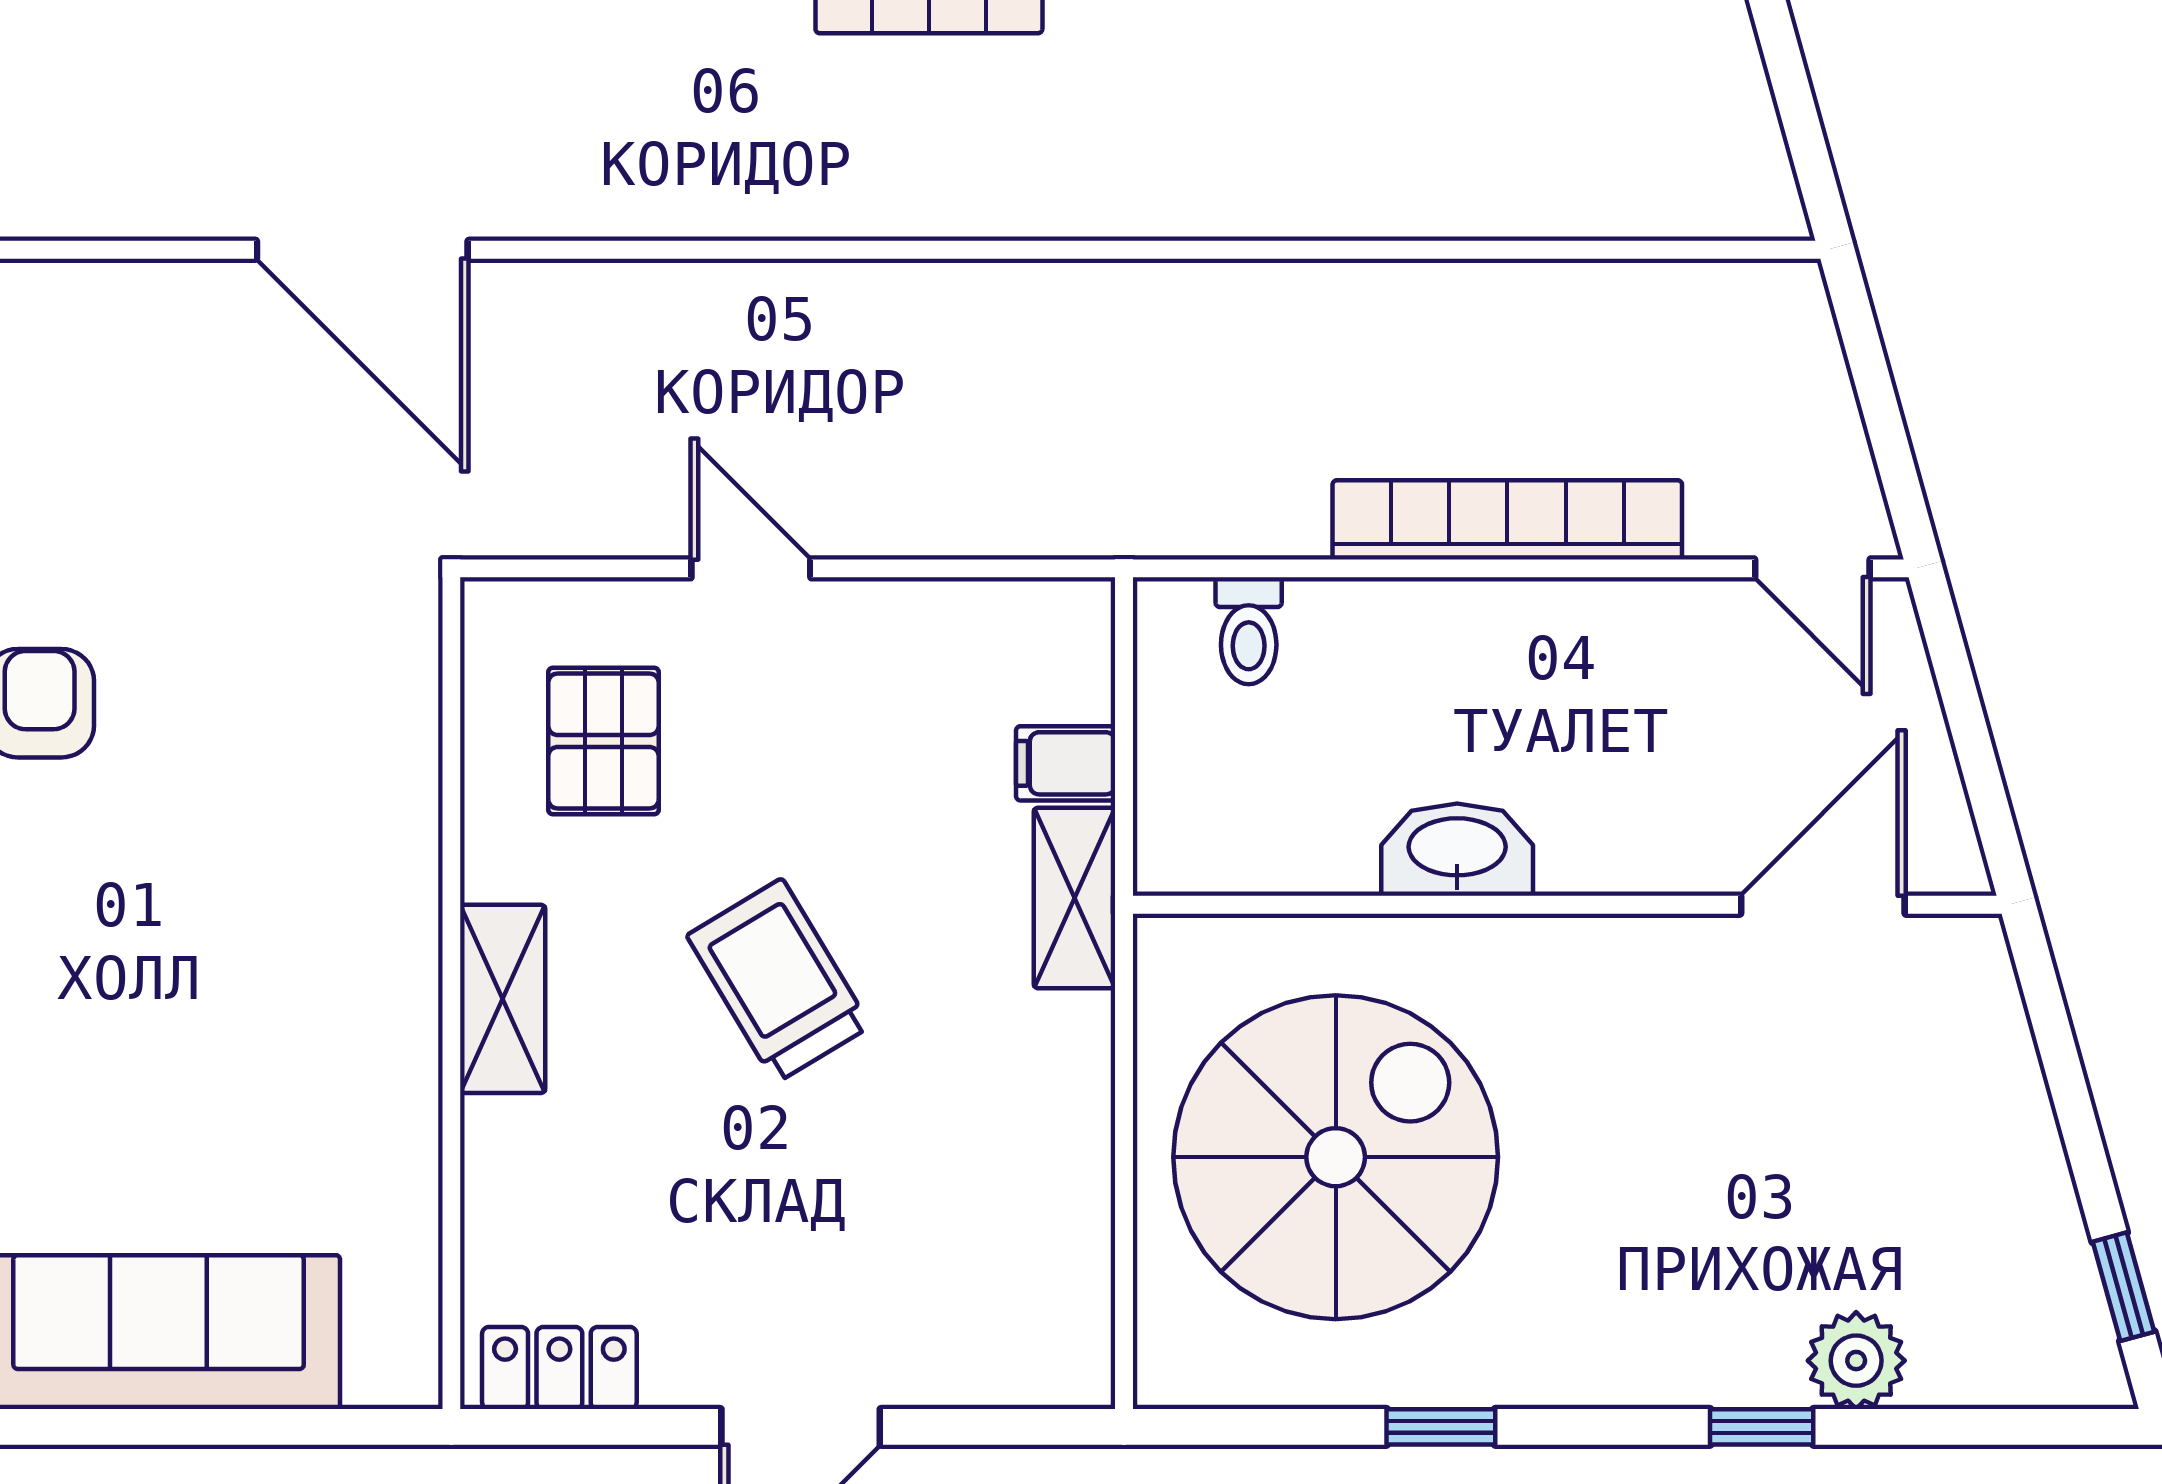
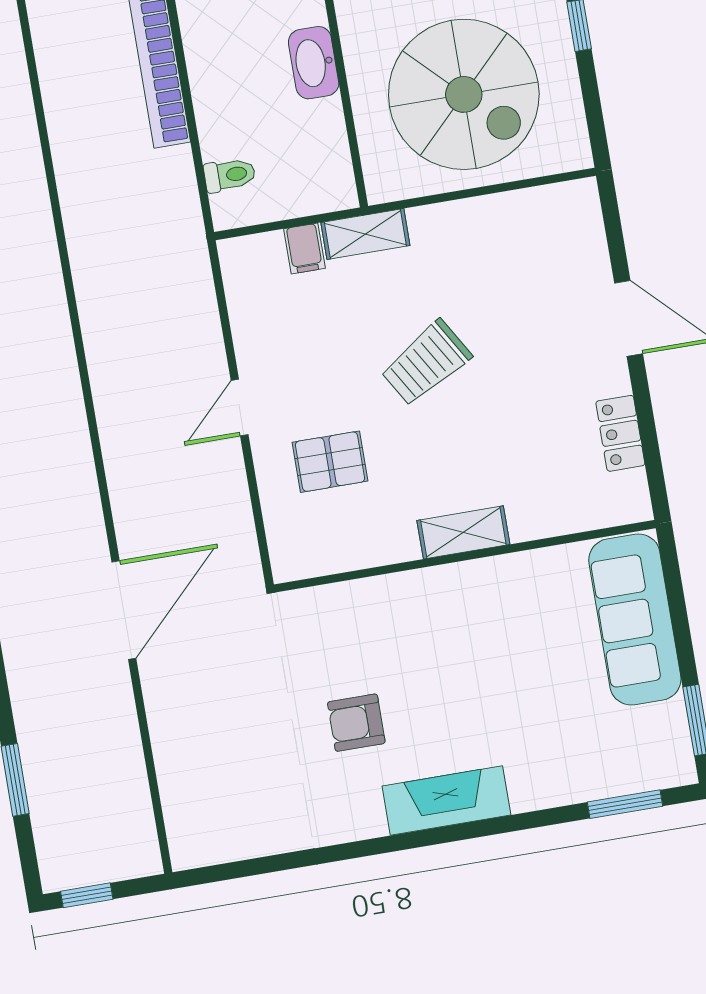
wall: (451, 993) -> (465, 556), moved
shelving: (503, 999) -> (463, 532), moved
spiral stairs: (1336, 1157) -> (464, 94), turned 180

